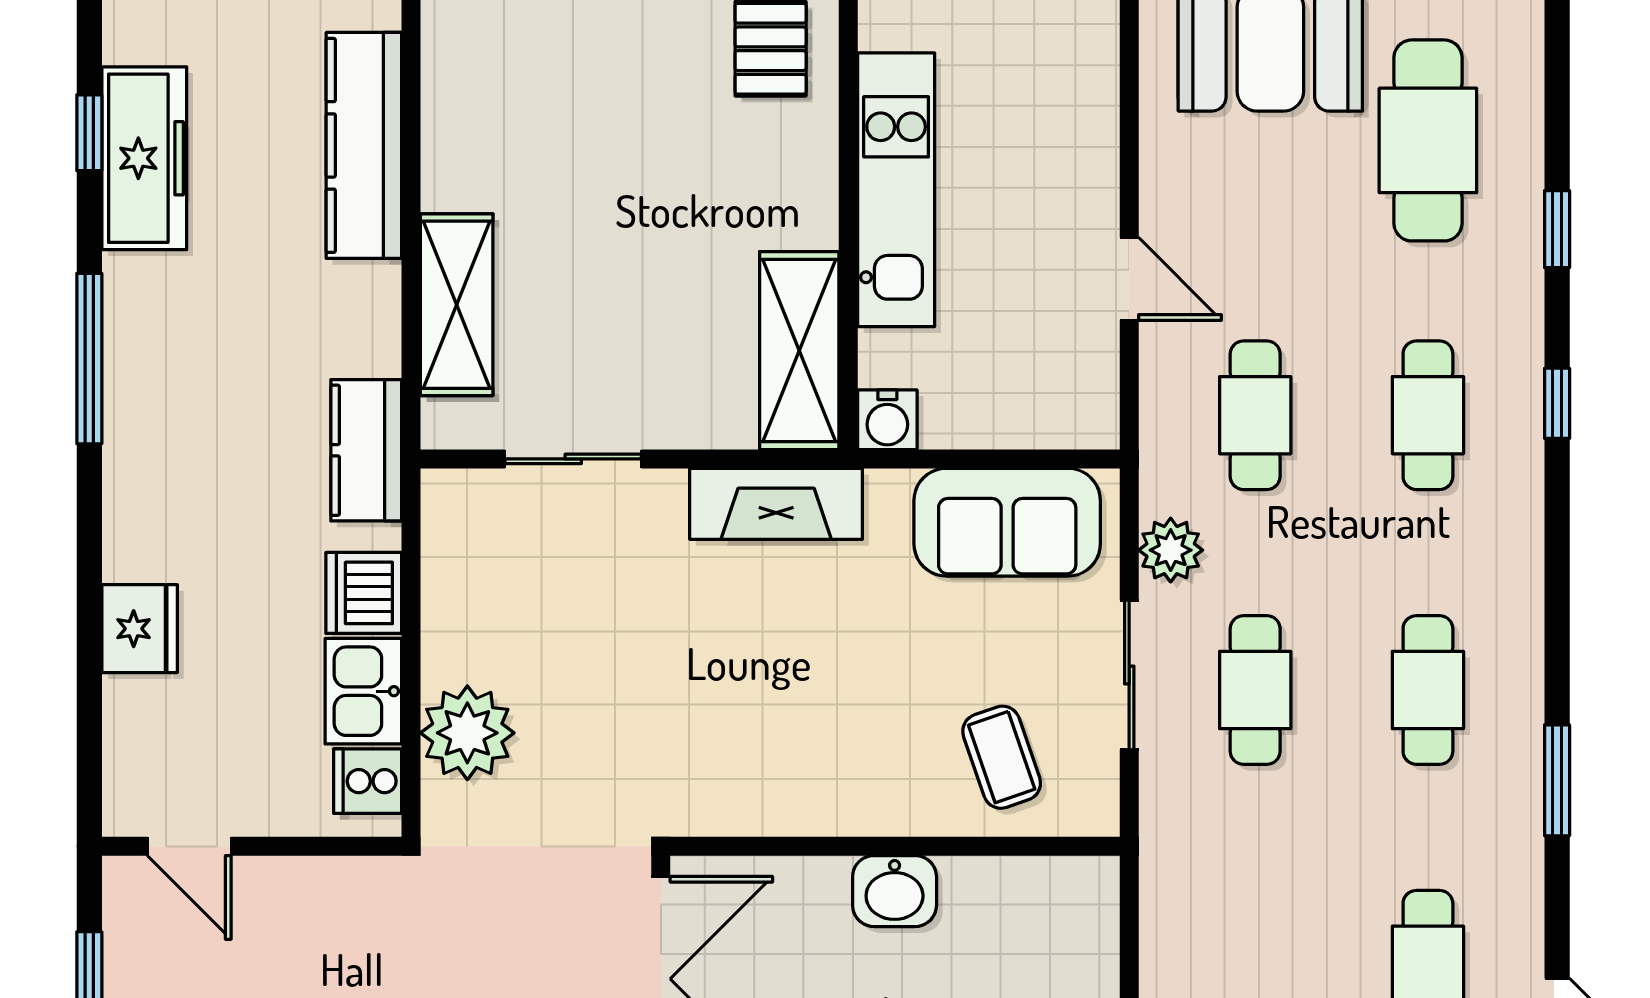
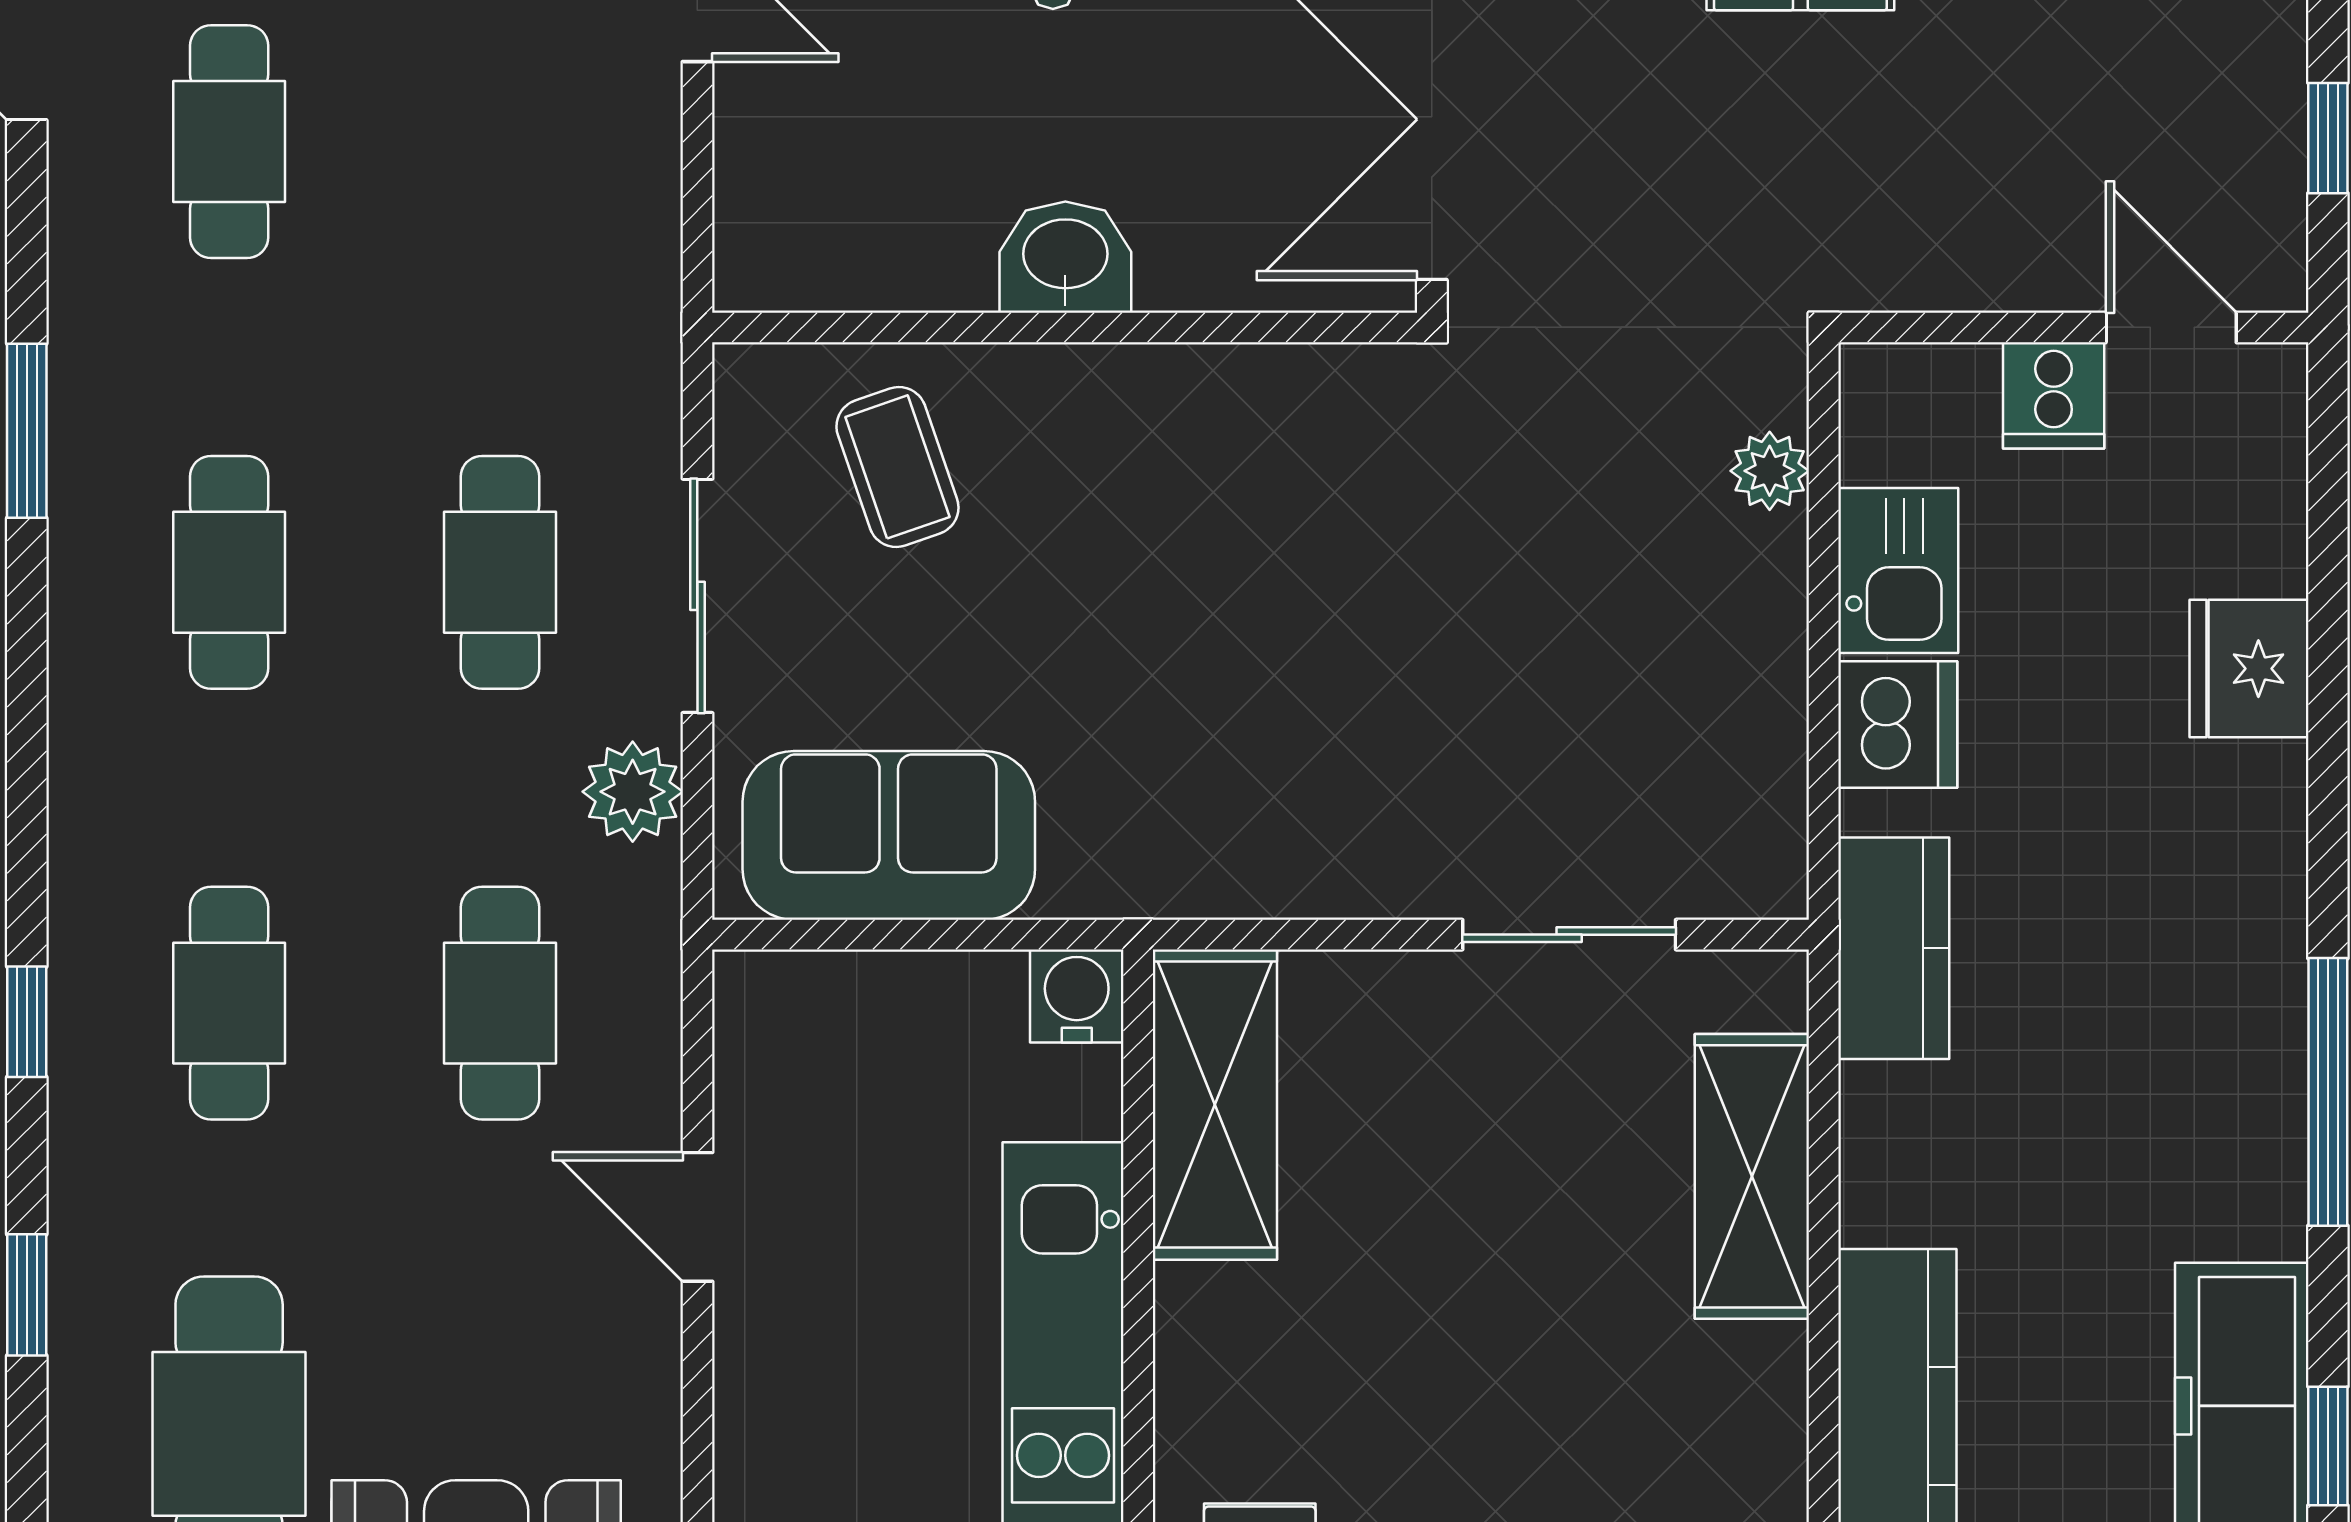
fireplace: (776, 504) -> (1251, 864), removed
plant: (467, 733) -> (1770, 471), width x0.53, depth x0.53
cooker: (368, 781) -> (2054, 395), moved, turned 90

